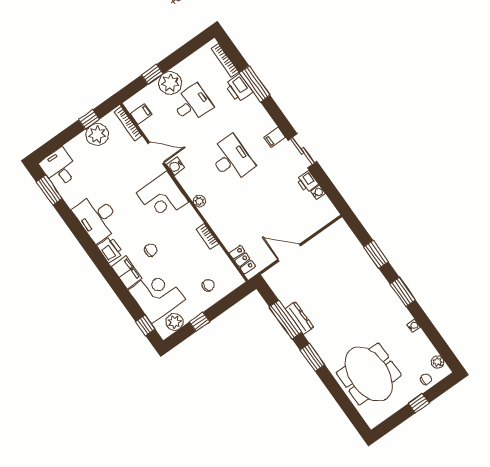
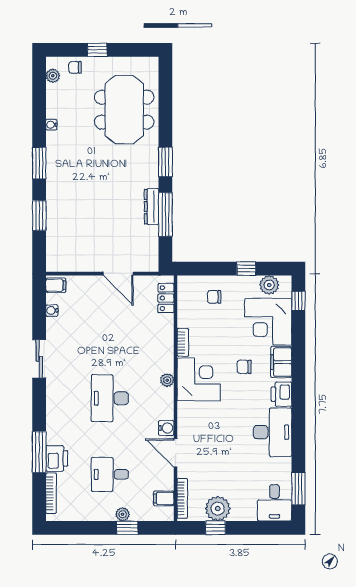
plant: (170, 83) -> (123, 514), width x0.53, depth x0.53
filing cabinet: (275, 137) -> (56, 285), moved
printer: (307, 182) -> (55, 328), removed
corner desk: (162, 197) -> (199, 379), moved

